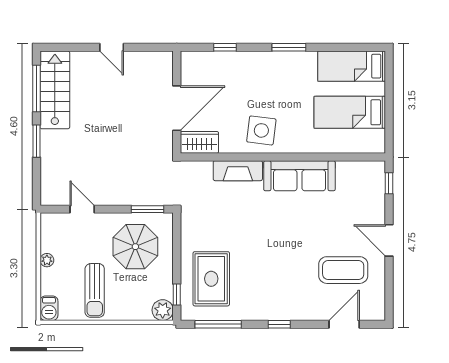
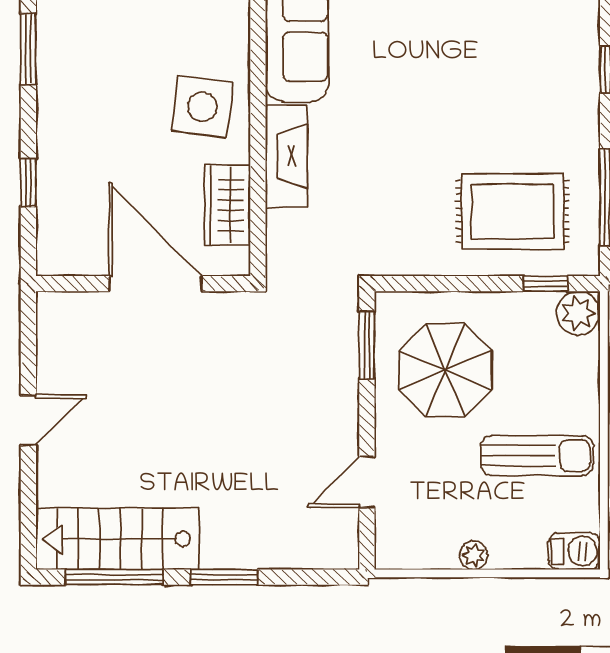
wardrobe: (199, 142) -> (227, 205), moved

